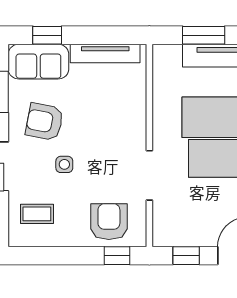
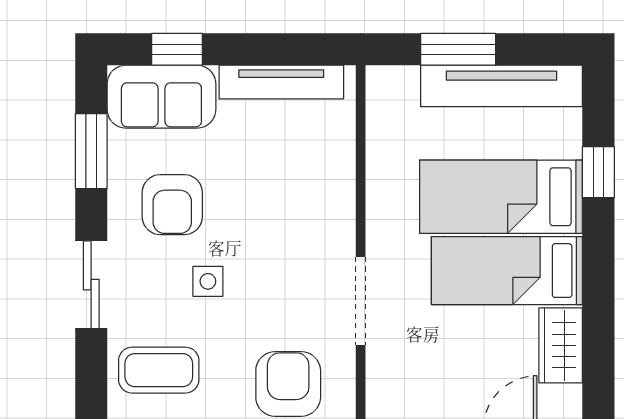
armchair: (44, 122) -> (172, 205), turned -101
coffee table: (37, 214) -> (159, 370), width x1.36, depth x1.30

